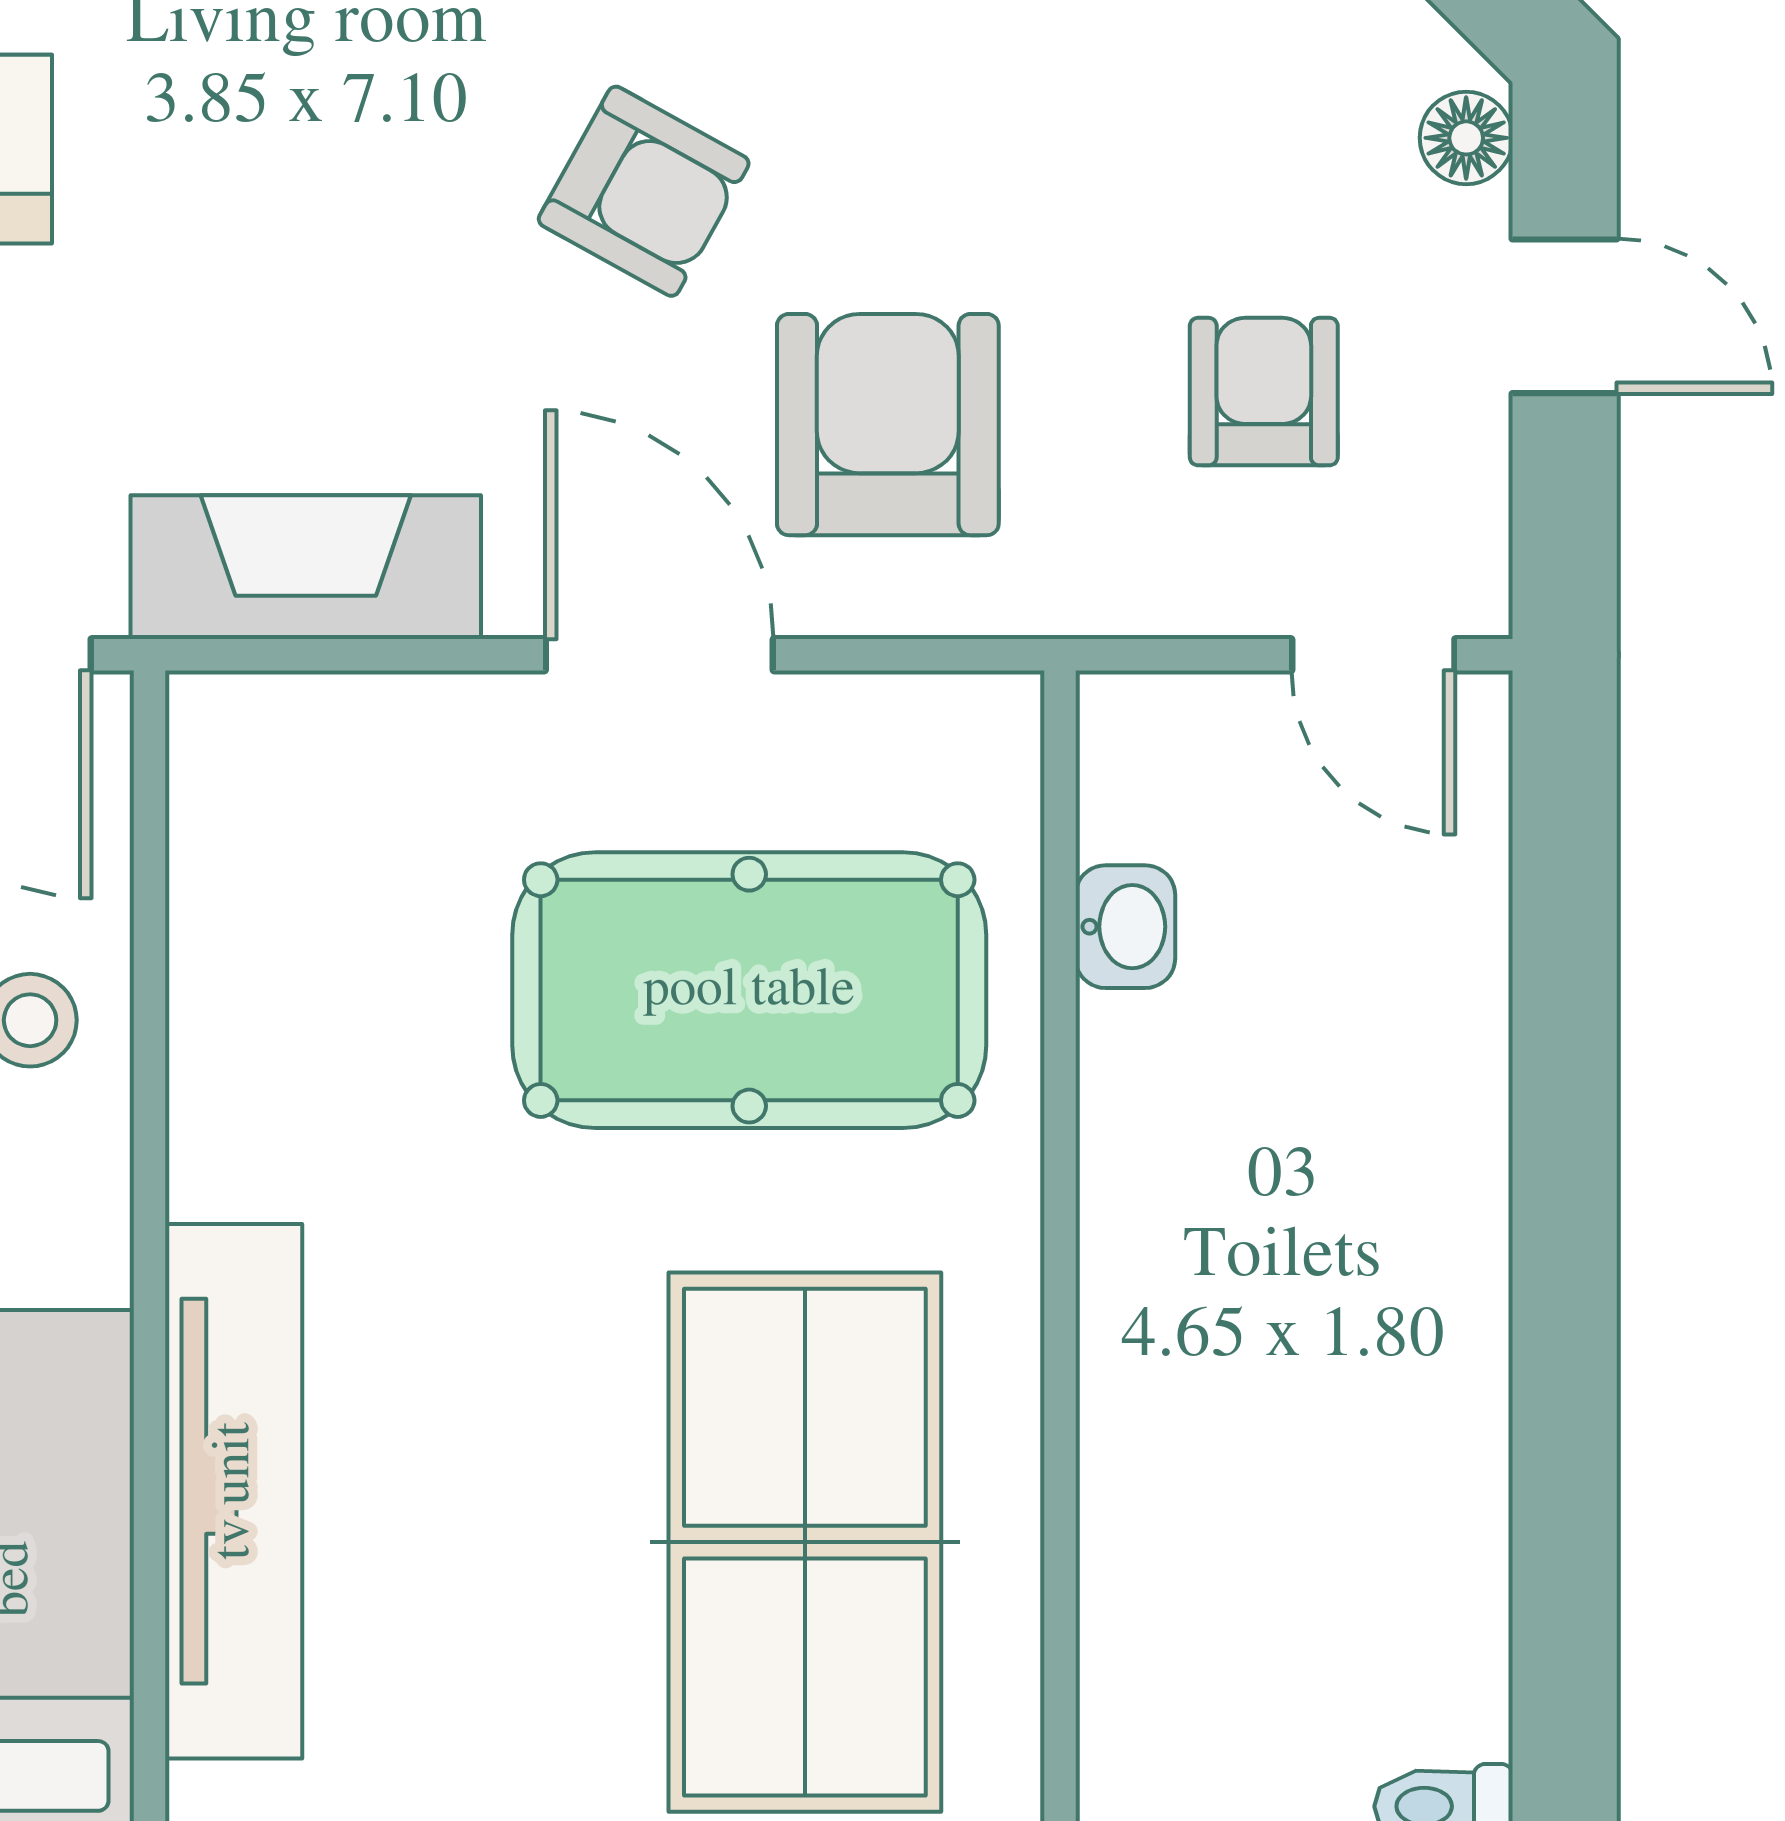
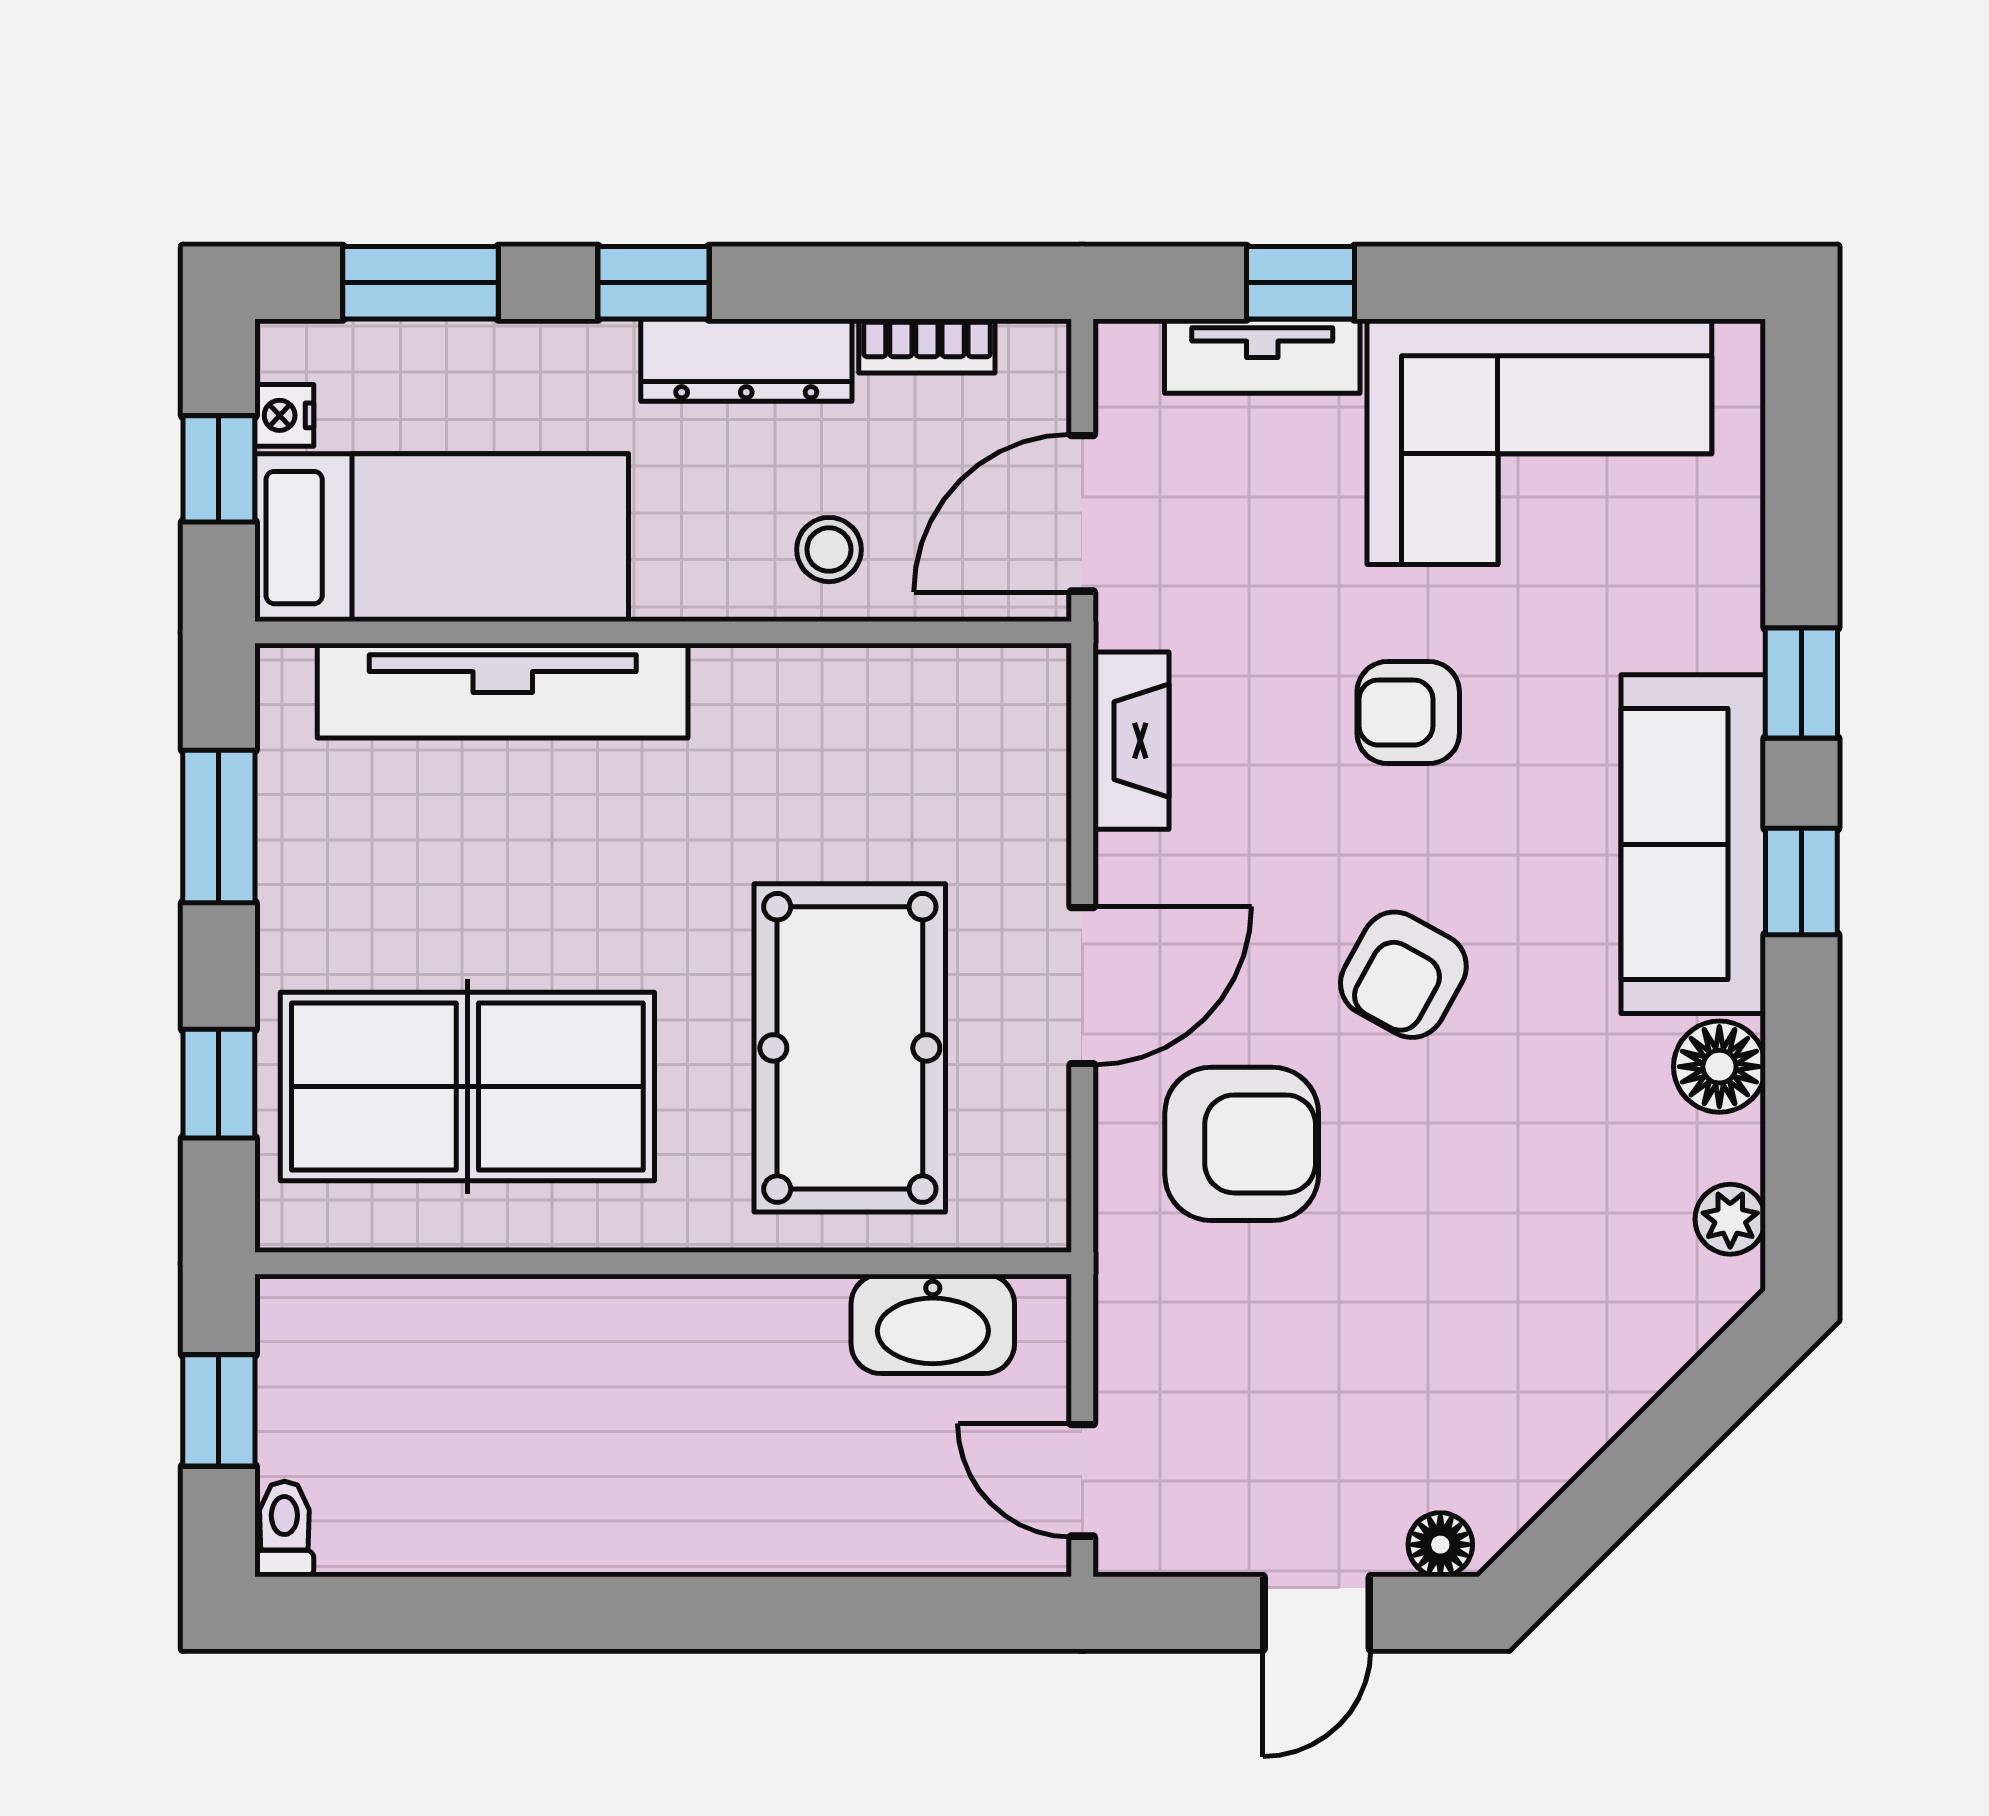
armchair: (1264, 392) -> (1408, 713), moved, turned 180
fireplace: (306, 567) -> (1131, 741), width x0.73, depth x0.76
door: (1373, 655) -> (1082, 1480), hinge flipped
washbasin: (1125, 927) -> (933, 1324), width x1.91, depth x1.45

